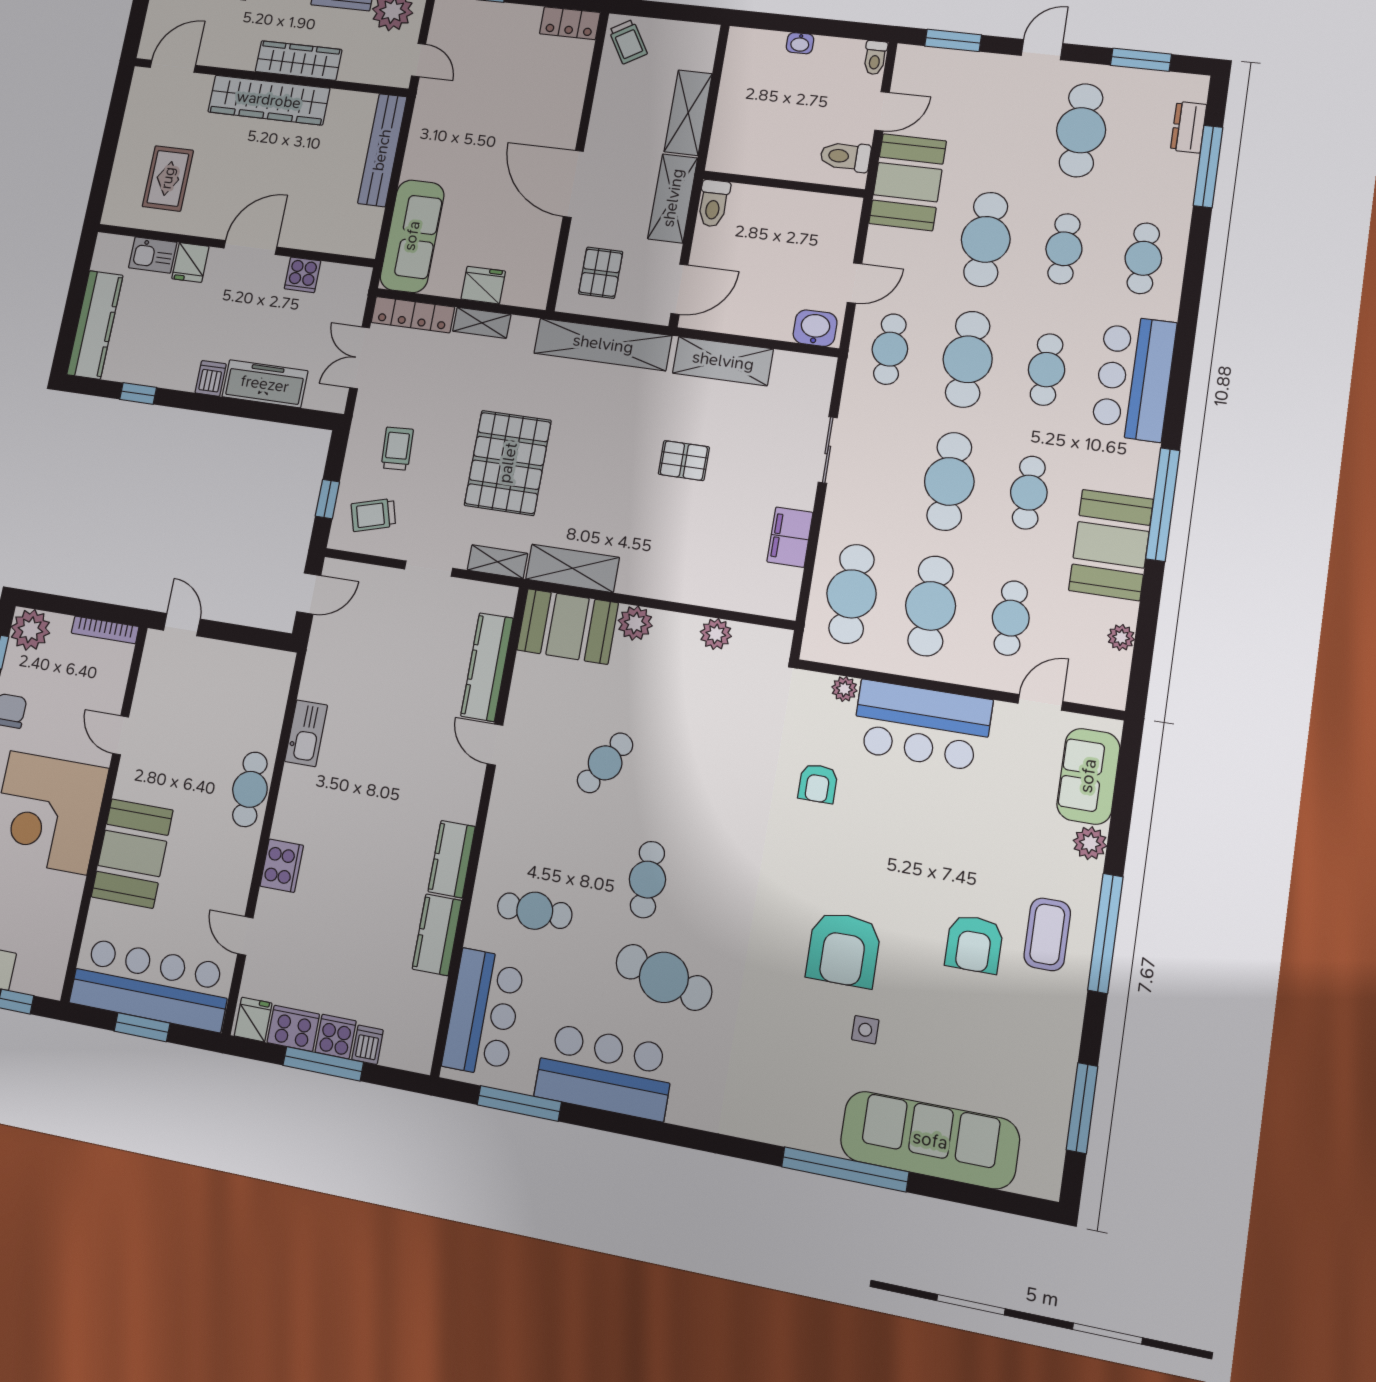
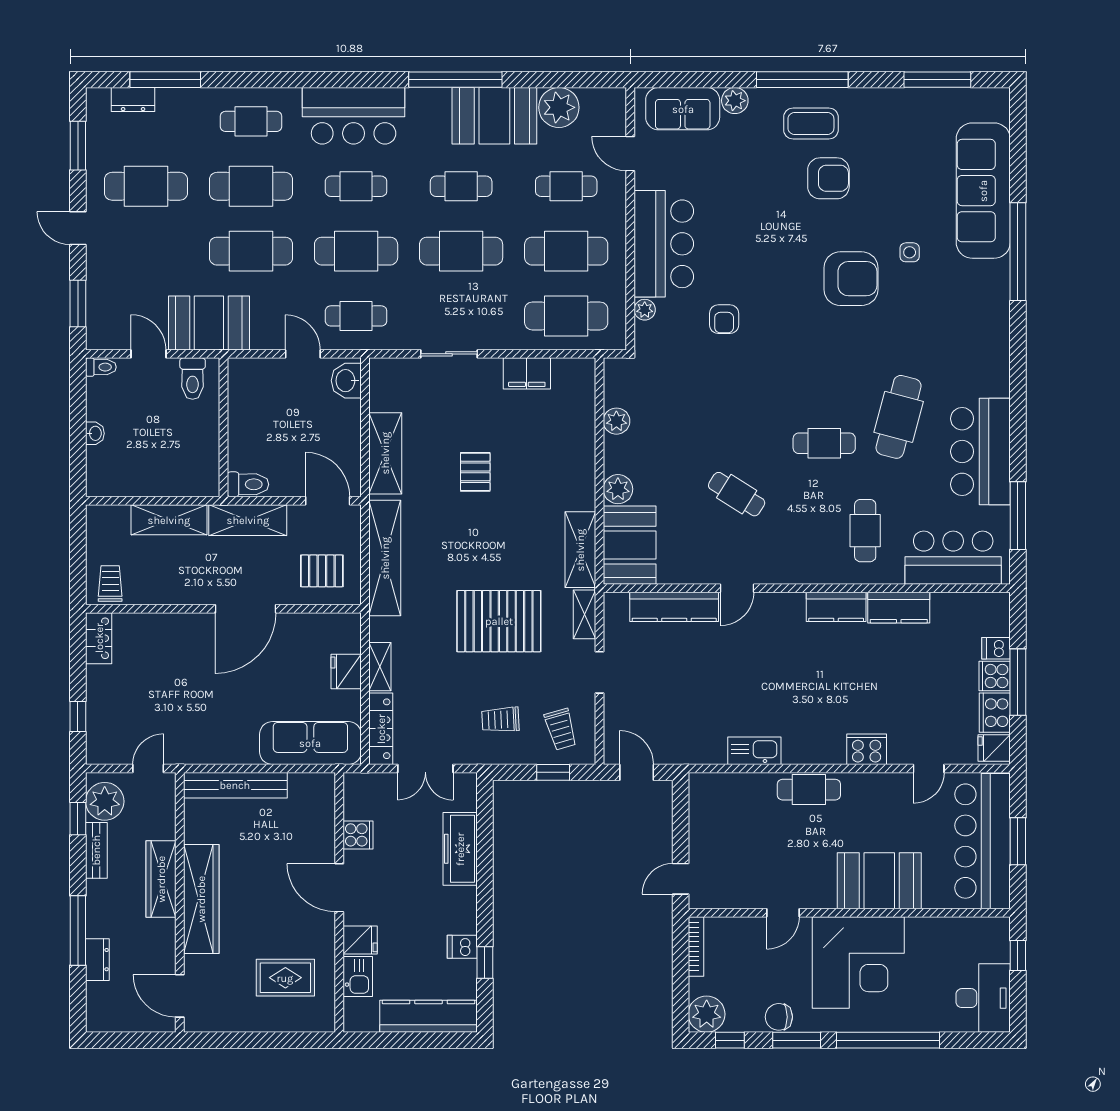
trolley: (628, 42) -> (110, 584), turned -59
cafe table: (1064, 249) -> (251, 186), width x1.37, depth x1.35
dishwasher: (211, 378) -> (462, 947), moved
plant: (1121, 637) -> (559, 107), width x1.87, depth x1.87
armchair: (818, 783) -> (724, 319), turned 90

